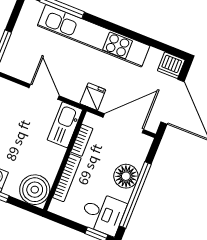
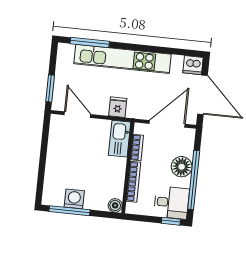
door: (44, 92) -> (77, 115), moved
fridge: (93, 97) -> (118, 107), moved
boiler: (35, 190) -> (115, 205), width x0.54, depth x0.54

